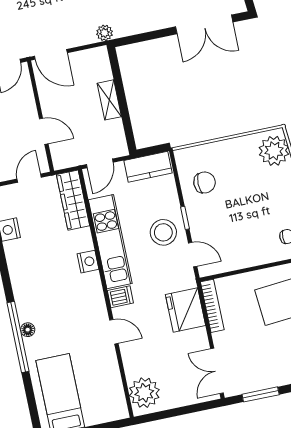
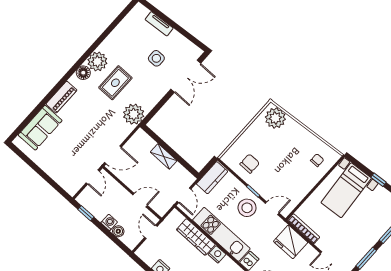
plant: (105, 33) -> (134, 114), width x1.88, depth x1.88
wardrobe: (73, 200) -> (196, 237), moved

